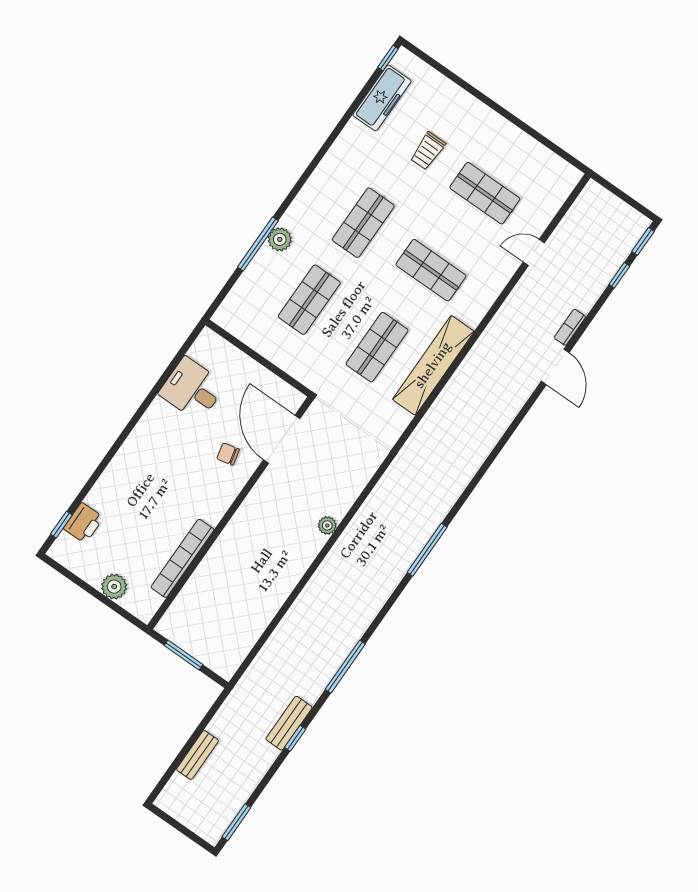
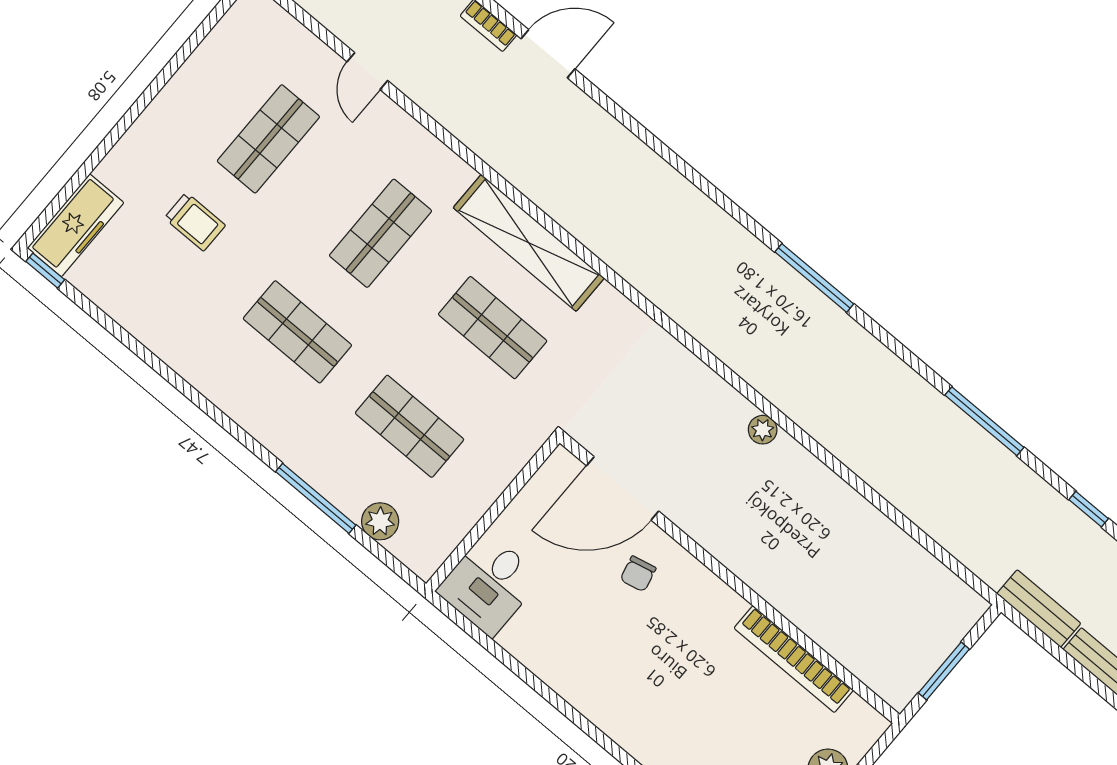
freezer: (382, 98) -> (75, 225), moved, turned 90
plant: (280, 239) -> (380, 521), moved
desk: (192, 389) -> (489, 584), moved
bench: (289, 723) -> (1039, 609), moved

